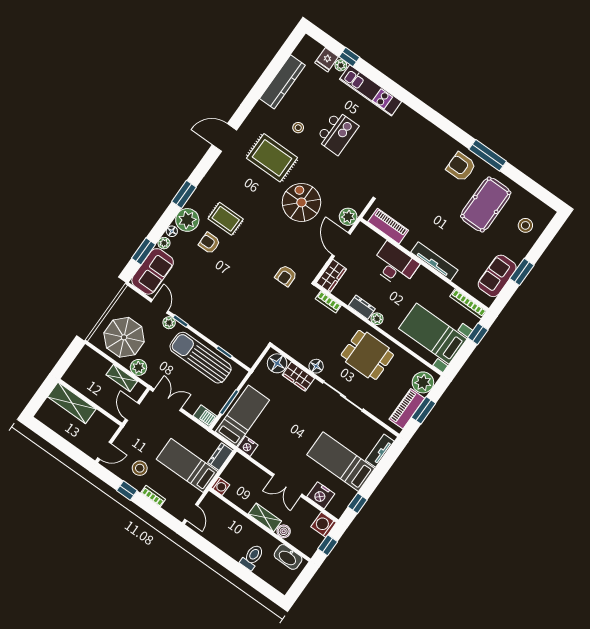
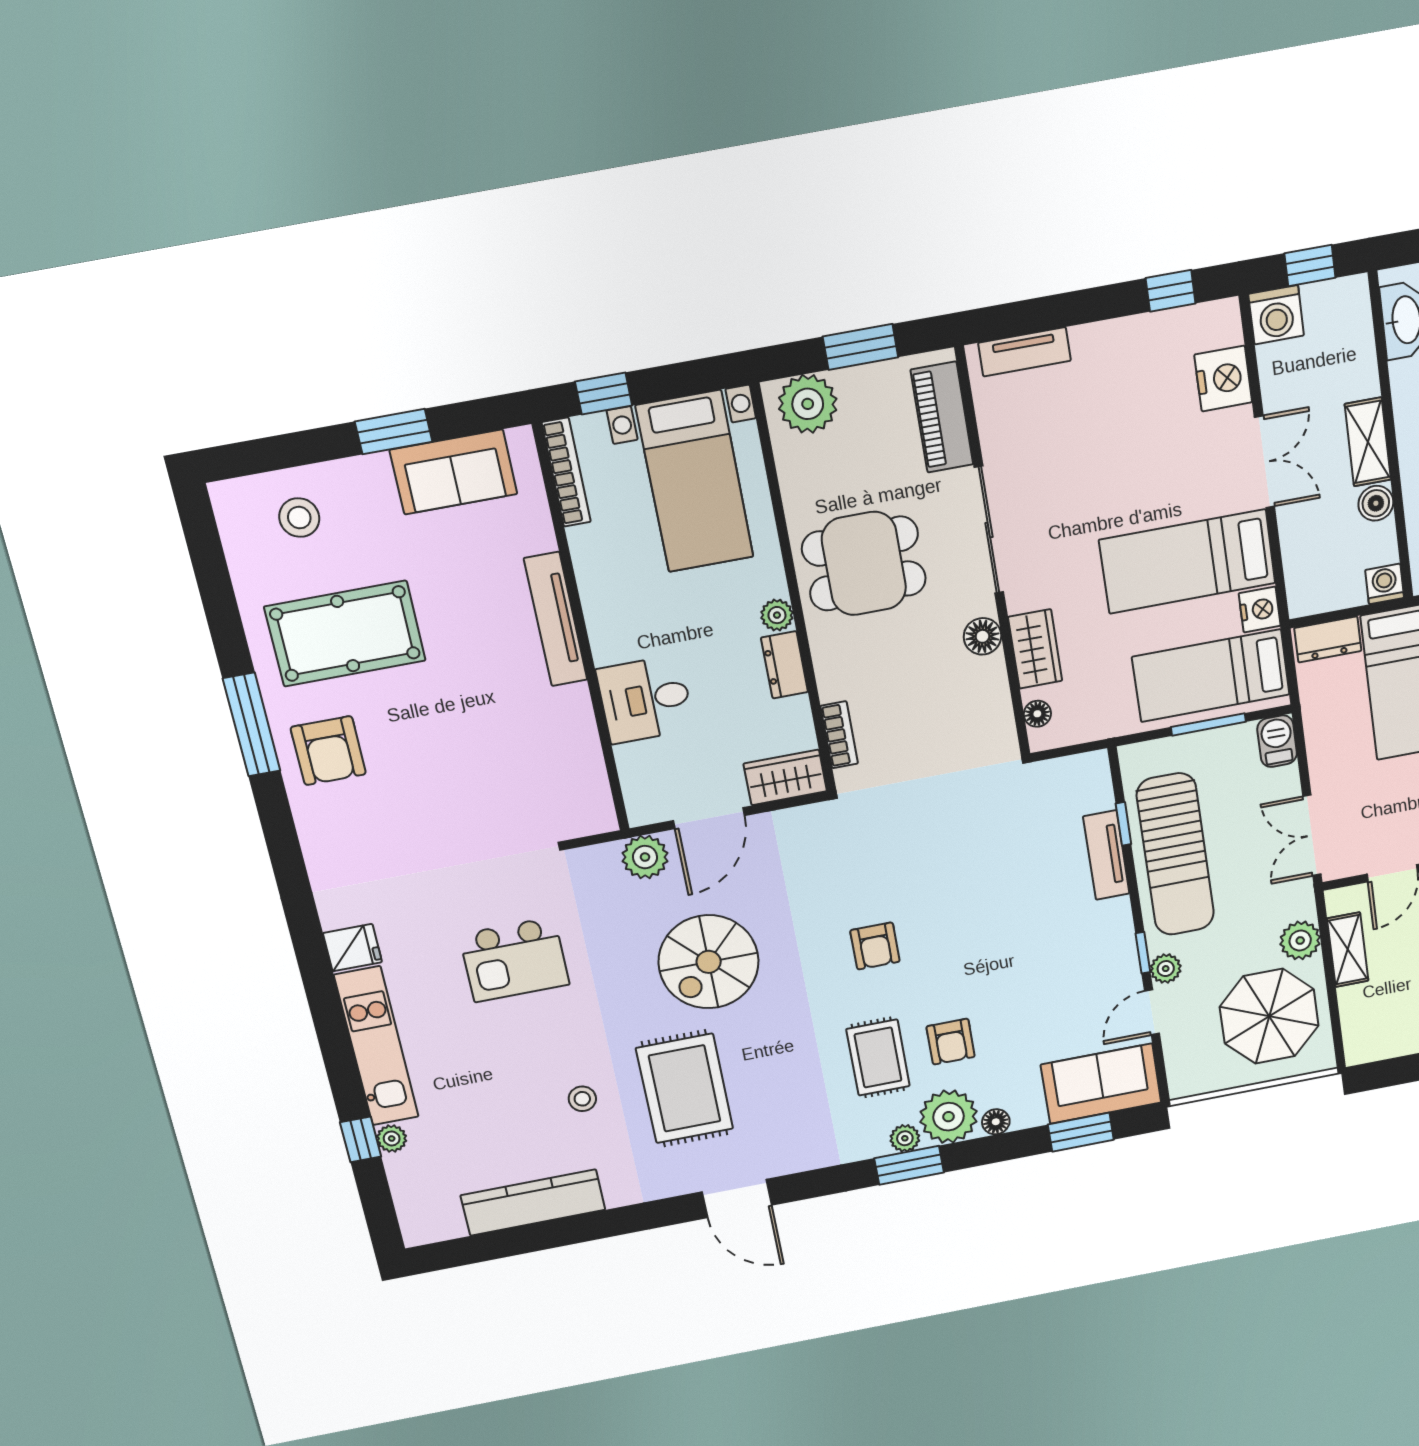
fridge: (327, 60) -> (353, 948), moved
kitchen island: (337, 133) -> (514, 960), moved, turned 180
piano: (388, 226) -> (583, 770), removed
plant: (164, 243) -> (905, 1138), moved
desk: (395, 265) -> (645, 699), width x0.73
armchair: (286, 276) -> (875, 946), moved, turned 90
tv unit: (220, 339) -> (1106, 855), added
dining table: (367, 355) -> (864, 564), turned 90
floor lamp: (277, 363) -> (1037, 714), width x0.53, depth x0.53
piano: (407, 409) -> (942, 417), moved, turned 90
bed: (341, 462) -> (1187, 562), moved, turned 90
boiler: (284, 531) -> (1376, 503), moved

